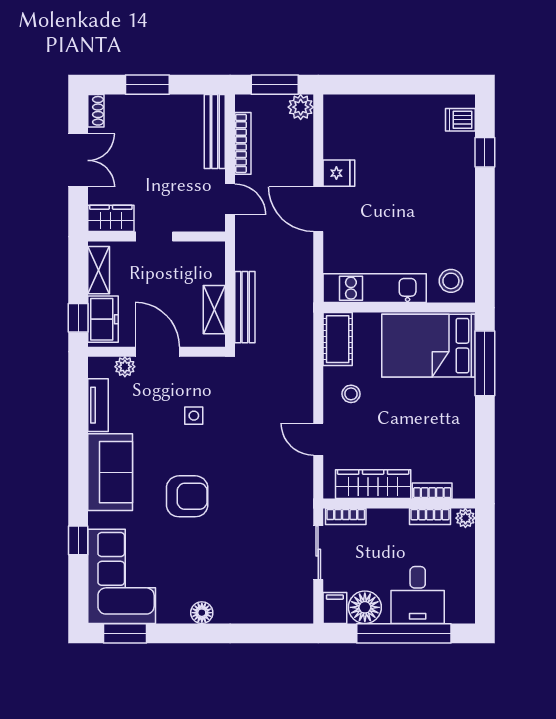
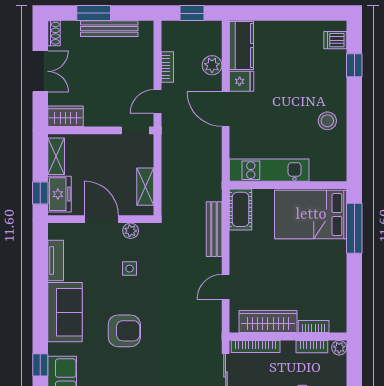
window: (275, 85) -> (192, 13), width x0.67
plant: (301, 107) -> (212, 65), moved
kitchen counter: (339, 127) -> (241, 45), added
bench: (215, 132) -> (109, 29), moved, turned 90
bookcase: (243, 143) -> (167, 67), width x0.64
door: (230, 199) -> (157, 102), swing flipped
doorway: (154, 237) -> (135, 130), moved
stool: (451, 281) -> (327, 121), moved
bench: (245, 307) -> (214, 229), moved
plant: (125, 367) -> (131, 231), moved
stool: (351, 394) -> (251, 252), removed
door: (318, 439) -> (226, 287), hinge flipped
bookcase: (346, 517) -> (256, 346), width x1.56

